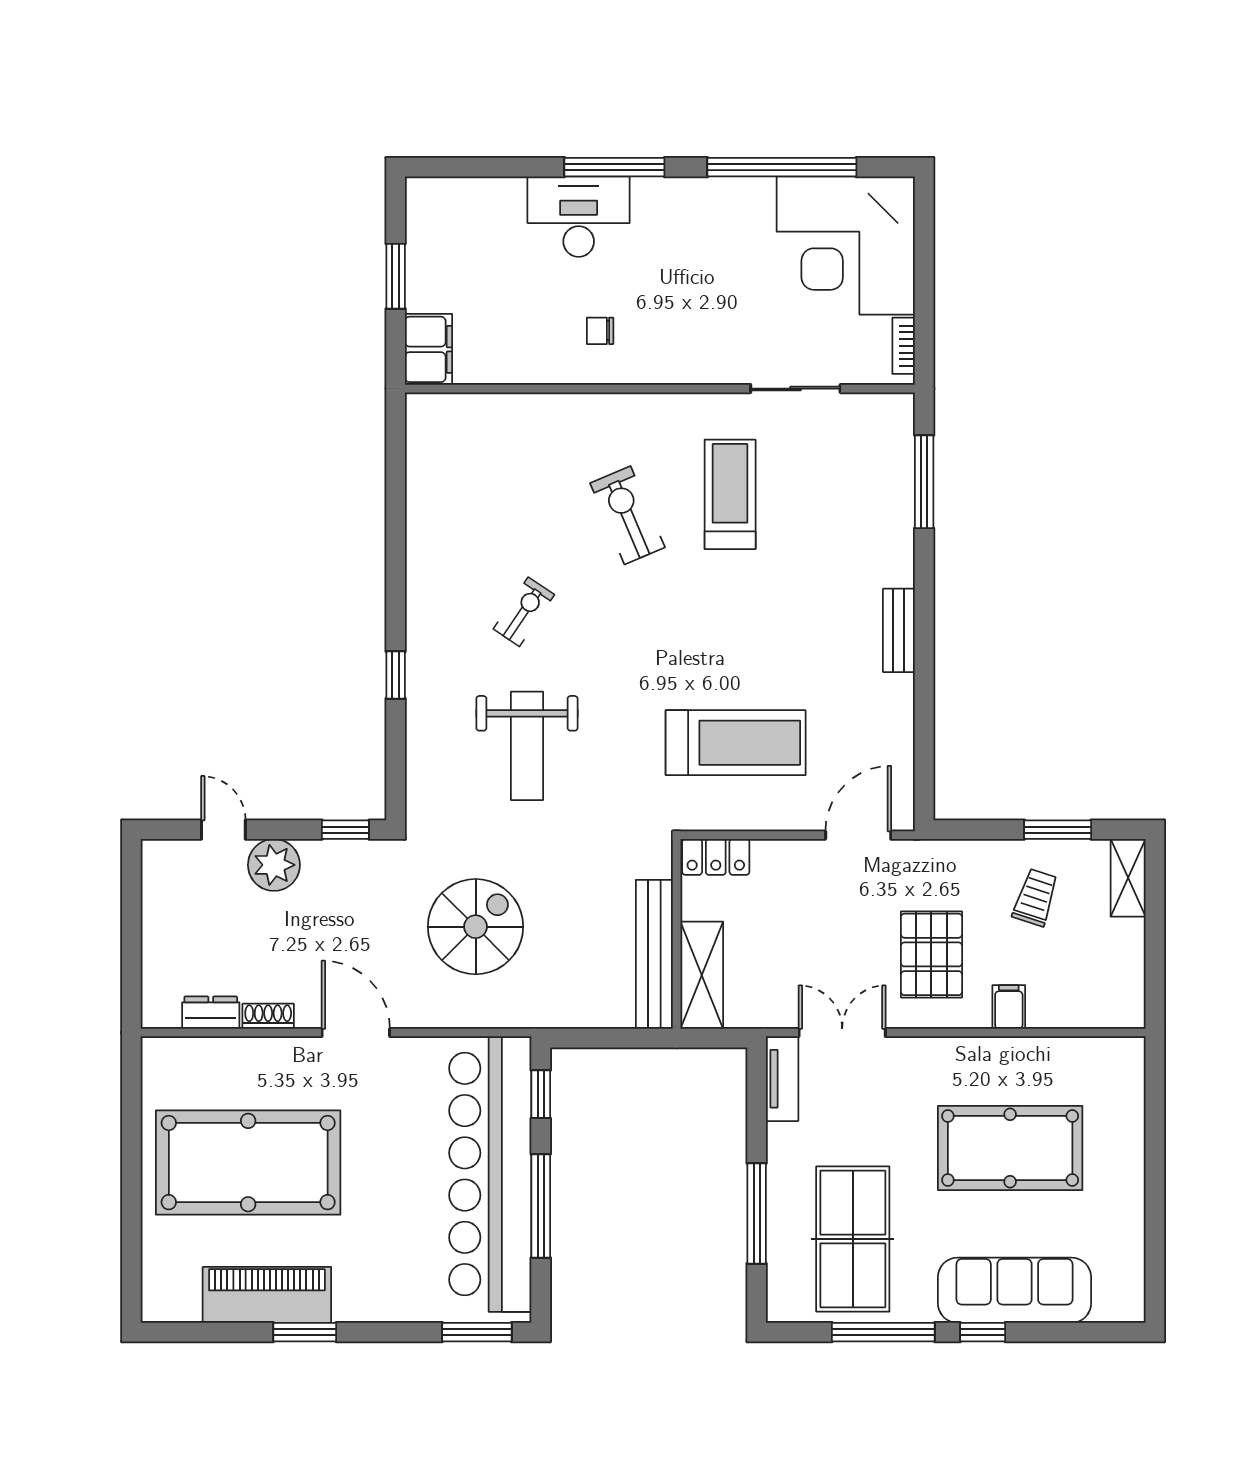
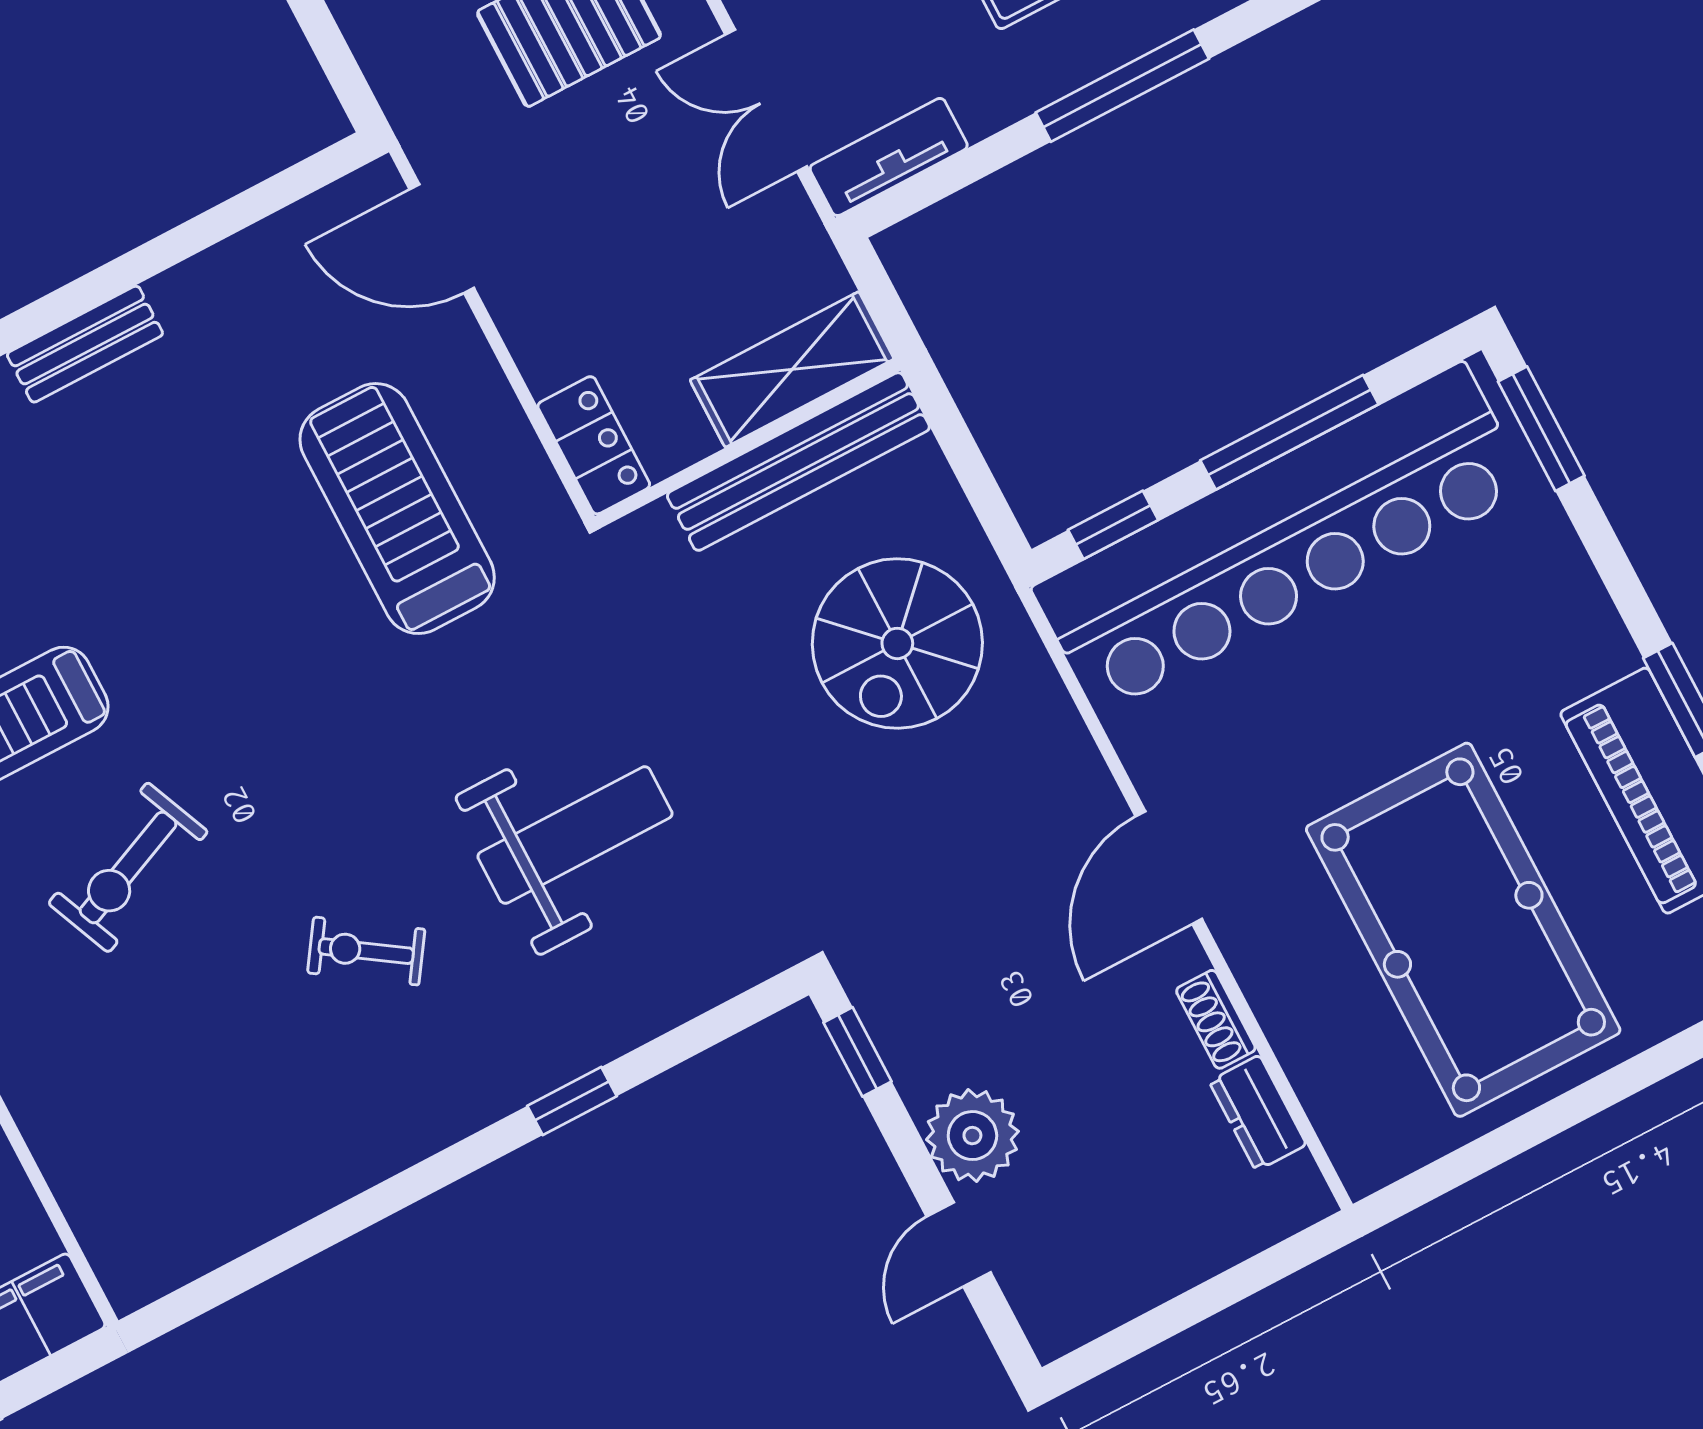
spiral stairs: (476, 927) -> (897, 643), moved, turned -90

